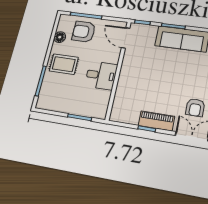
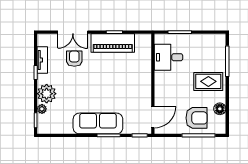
door: (126, 38) -> (153, 117), hinge flipped
desk: (101, 75) -> (168, 57), moved
piano: (156, 121) -> (113, 43), width x1.37, depth x1.33

